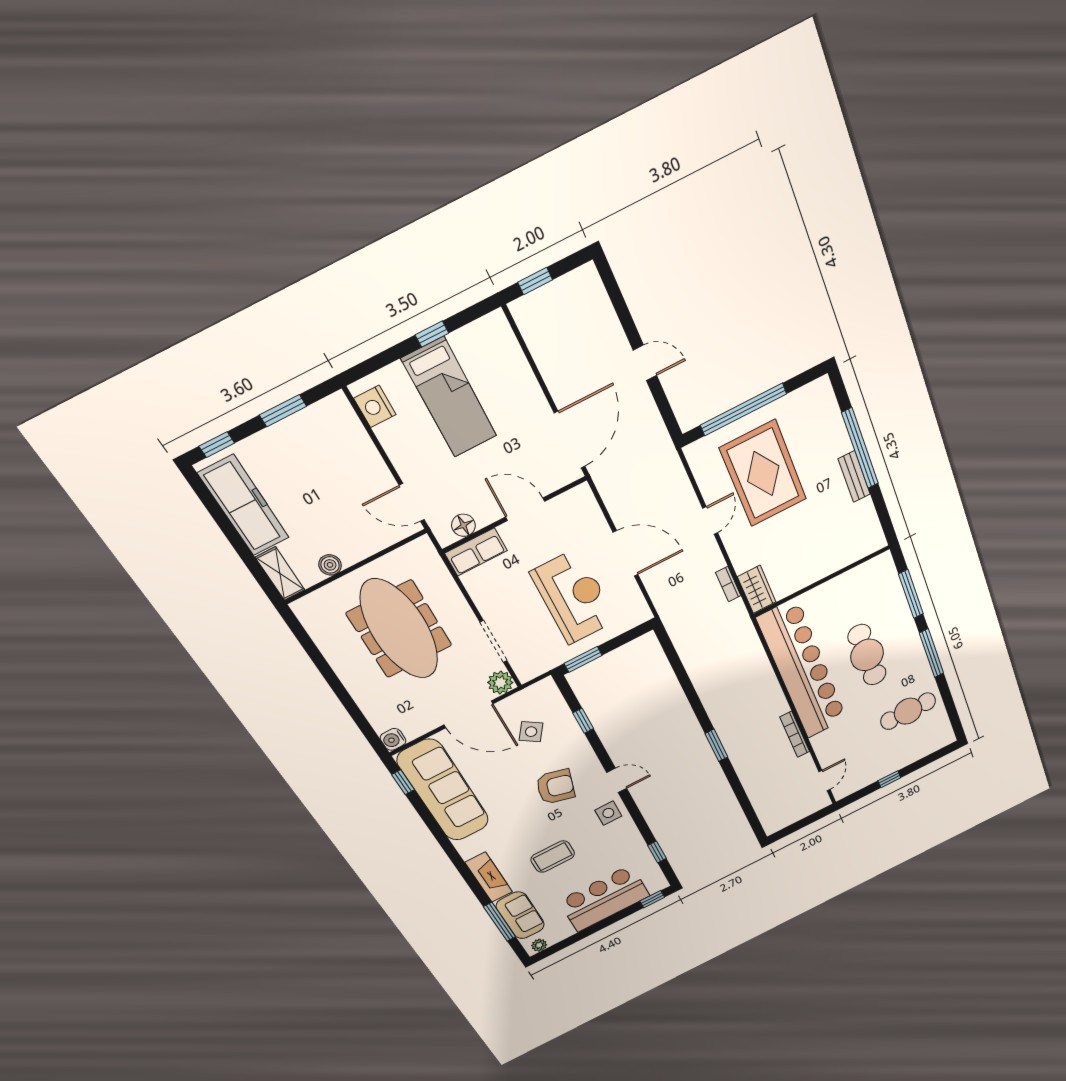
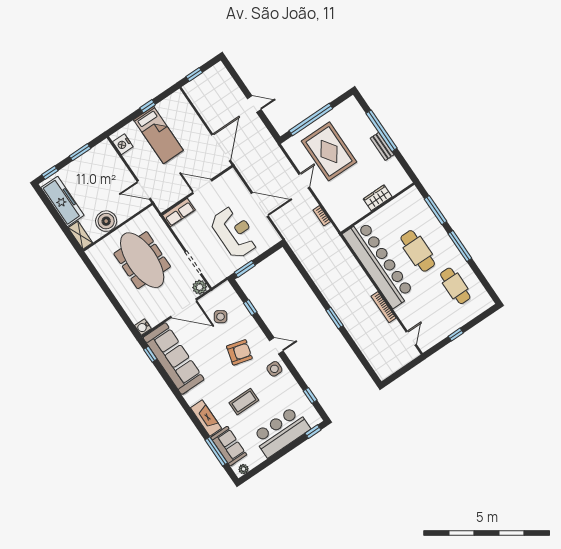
floor lamp: (463, 525) -> (171, 199), removed
boiler: (330, 565) -> (106, 221), width x1.86, depth x1.86
wardrobe: (757, 589) -> (378, 198), moved, turned -90
cafe table: (908, 711) -> (455, 286), turned 90

